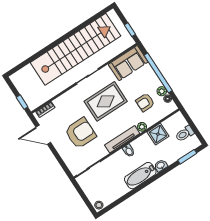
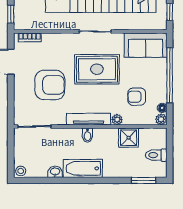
plant: (162, 91) -> (161, 119), moved
washbasin: (161, 166) -> (55, 172), moved

